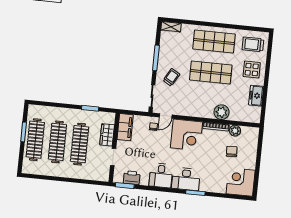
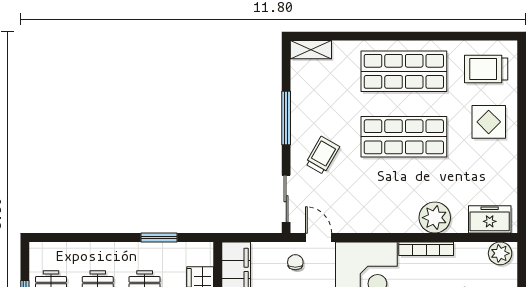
freezer: (256, 96) -> (490, 219), moved, turned 90
door: (166, 116) -> (319, 237), swing flipped
plant: (235, 131) -> (500, 253), moved

